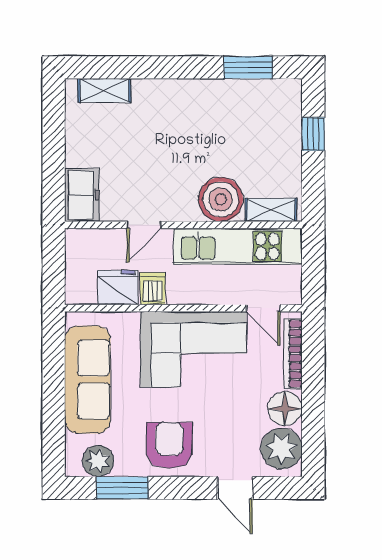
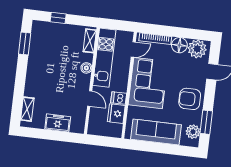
freezer: (82, 195) -> (58, 123), moved
boiler: (221, 199) -> (86, 68), width x0.54, depth x0.54

